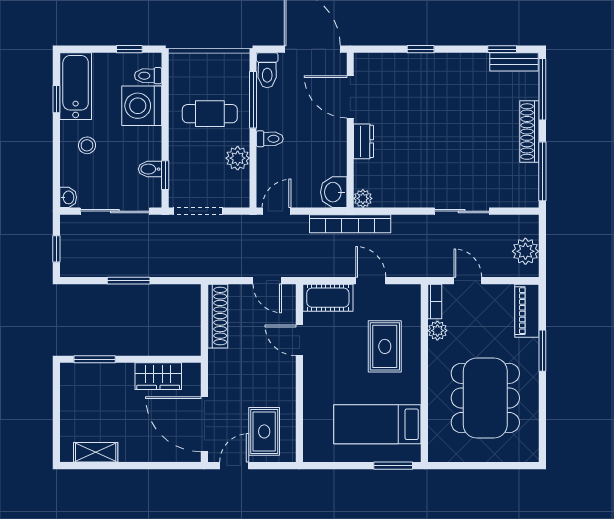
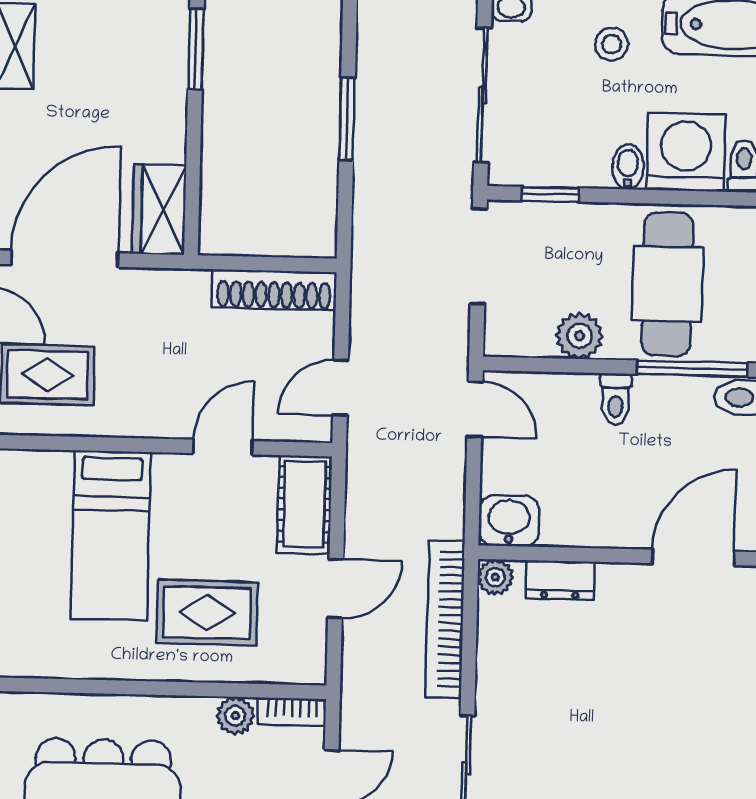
cafe table: (210, 114) -> (667, 284), width x1.37, depth x1.35
dresser: (364, 141) -> (560, 580), moved
bidet: (150, 169) -> (628, 167), moved
bookcase: (350, 224) -> (445, 619), moved
wardrobe: (158, 376) -> (159, 209), moved
bed: (377, 424) -> (111, 535), moved, turned 180

